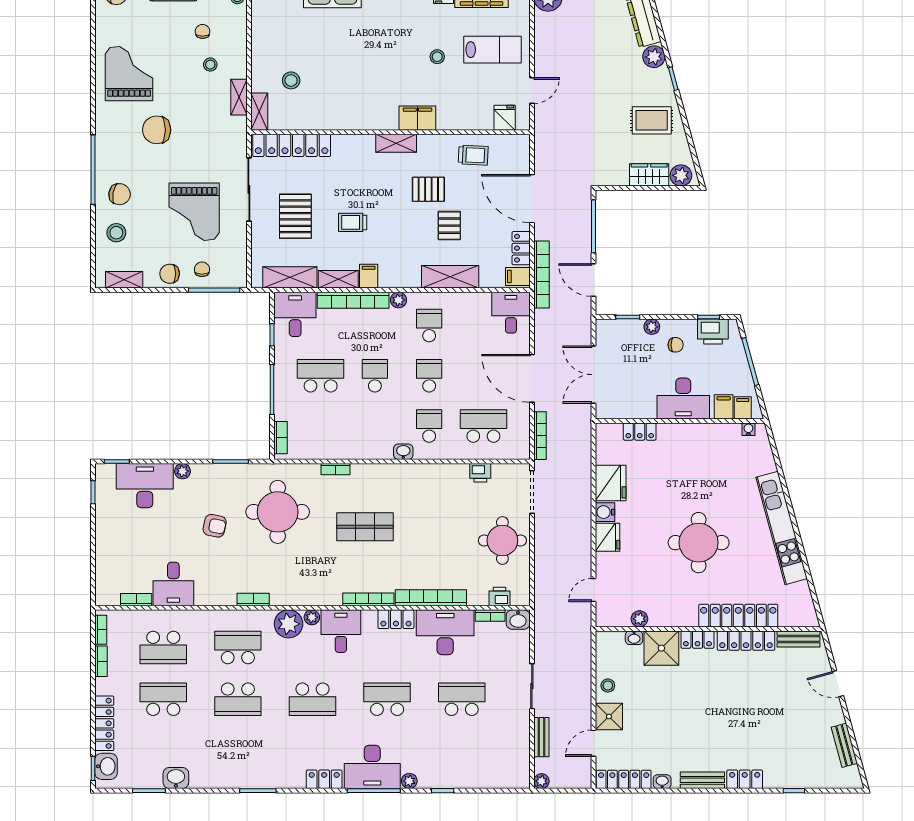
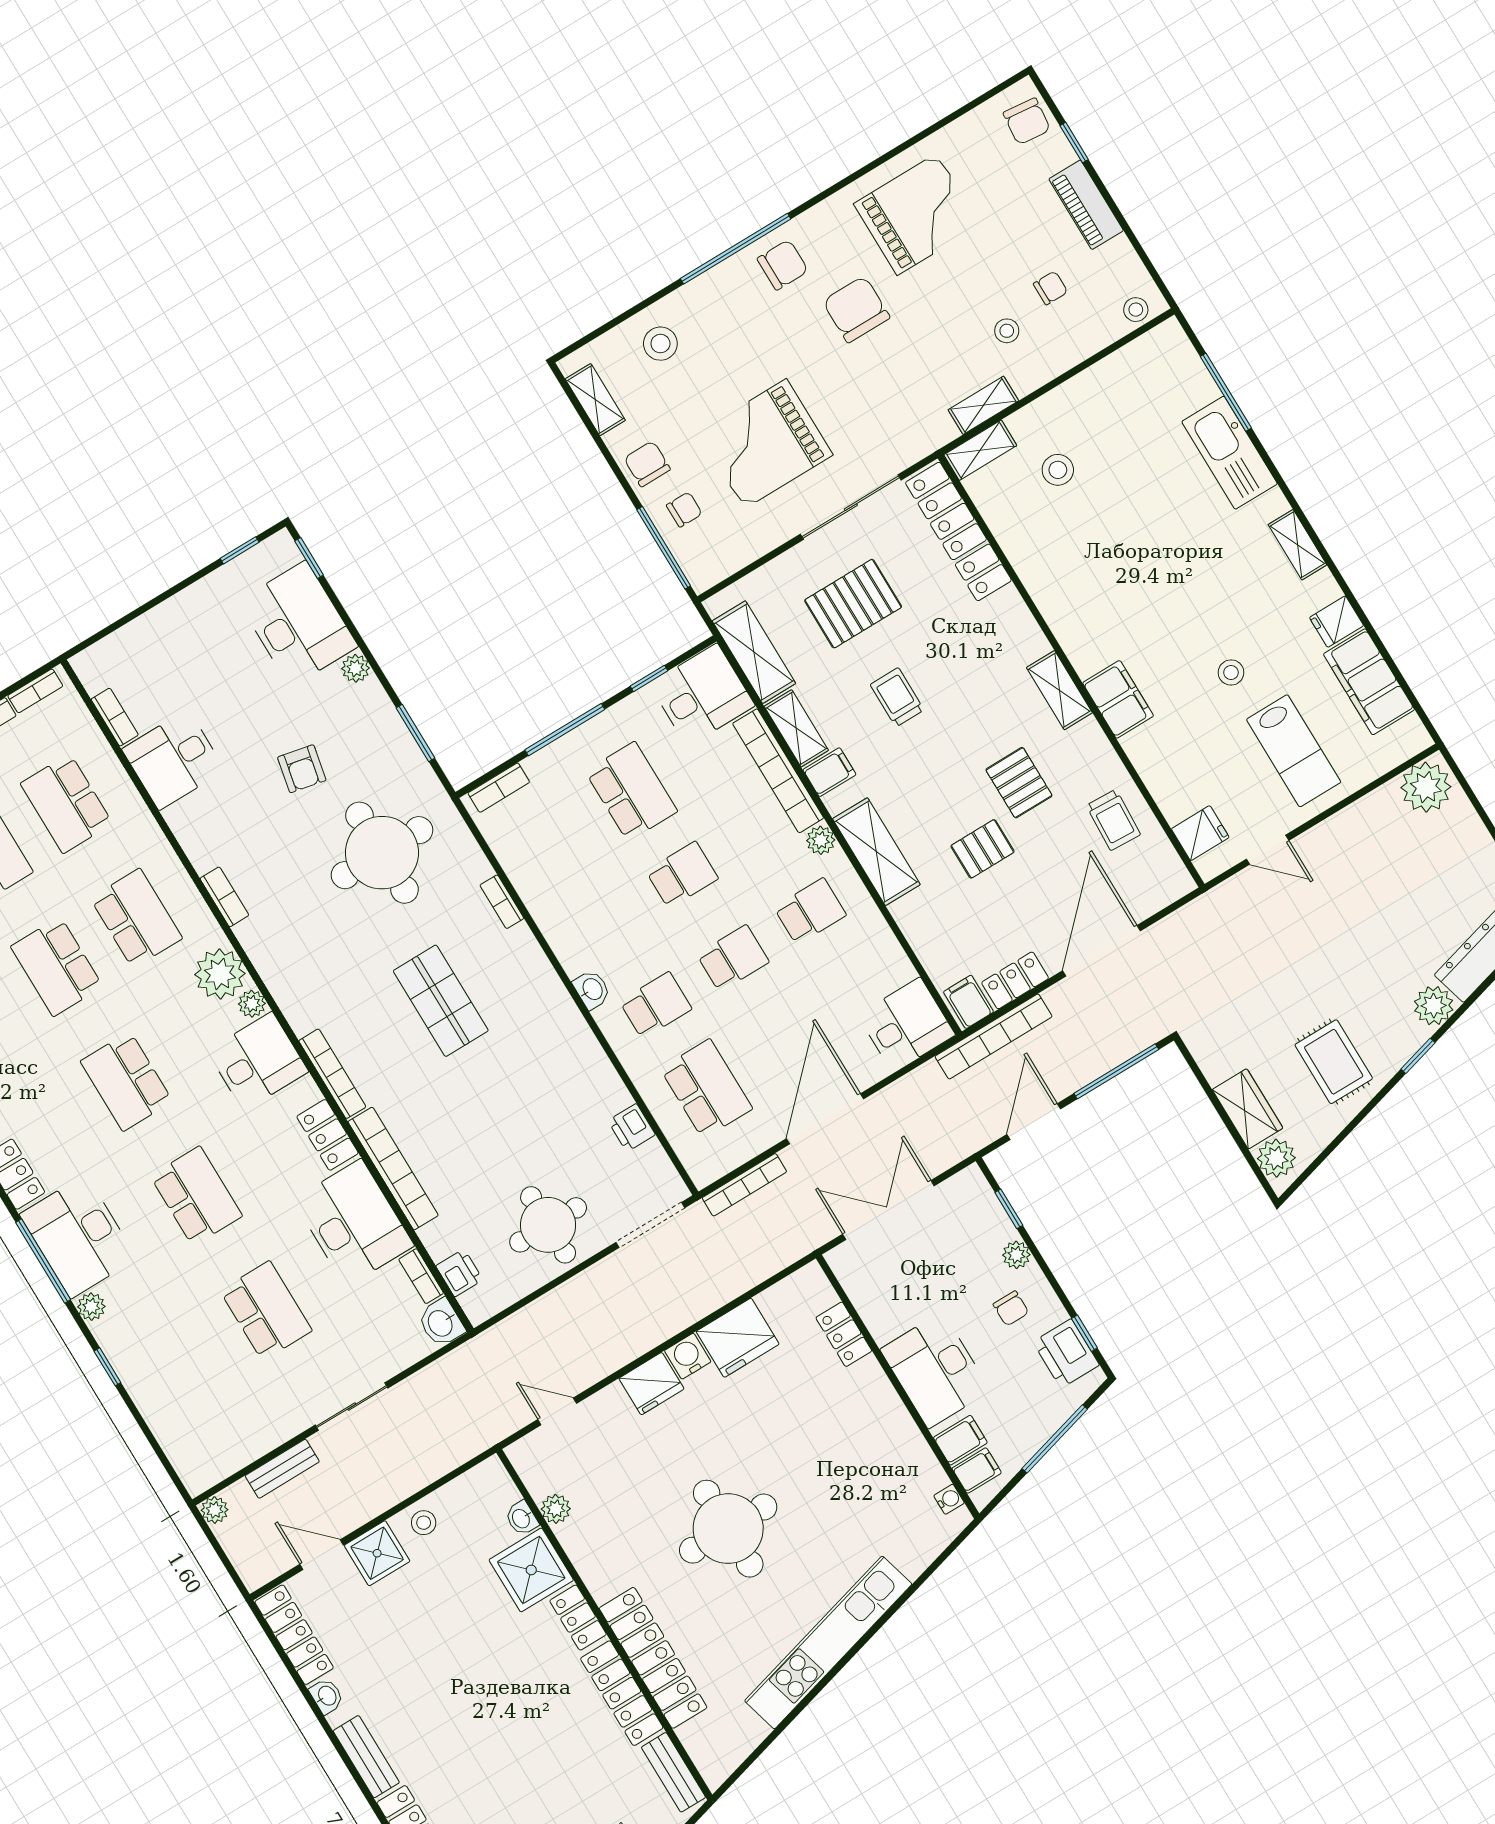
chair: (120, 194) -> (783, 265), moved, turned -100
shelving: (450, 277) -> (876, 852), moved

